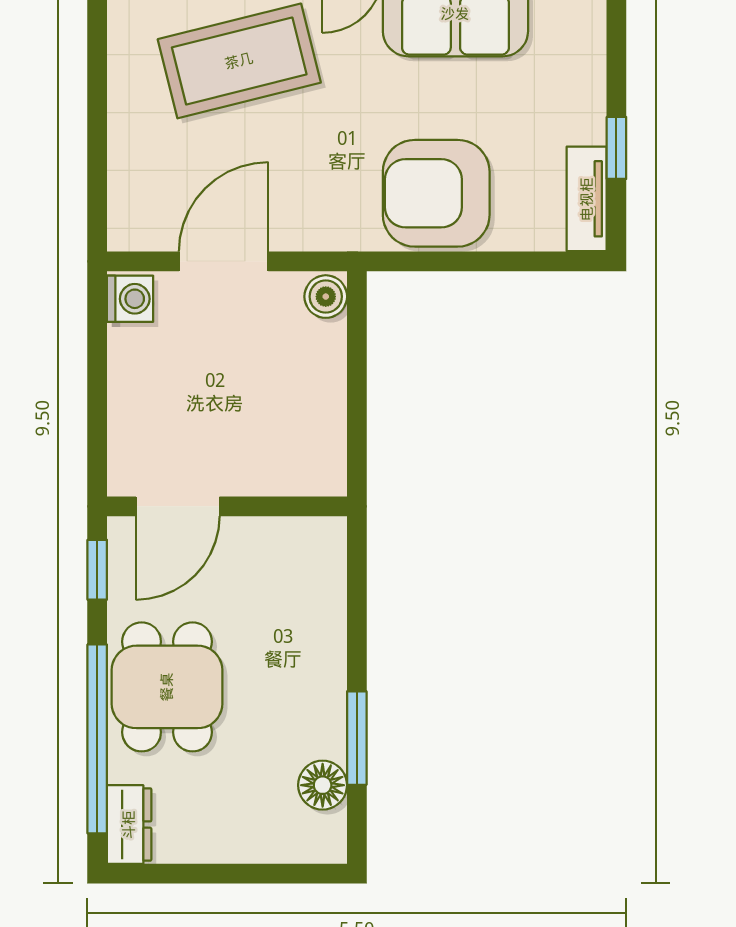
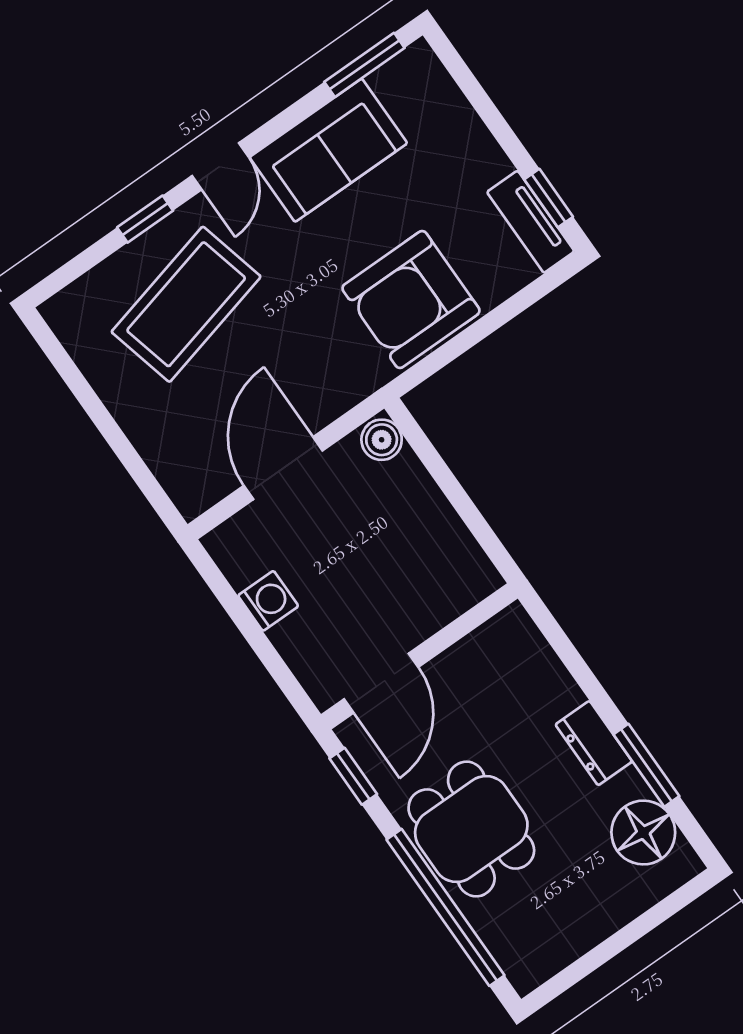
window: (616, 148) -> (549, 198), moved
washing machine: (130, 299) -> (268, 601), moved
floor lamp: (323, 785) -> (643, 833), width x1.38, depth x1.38
dresser: (129, 825) -> (594, 743), moved, turned 180

